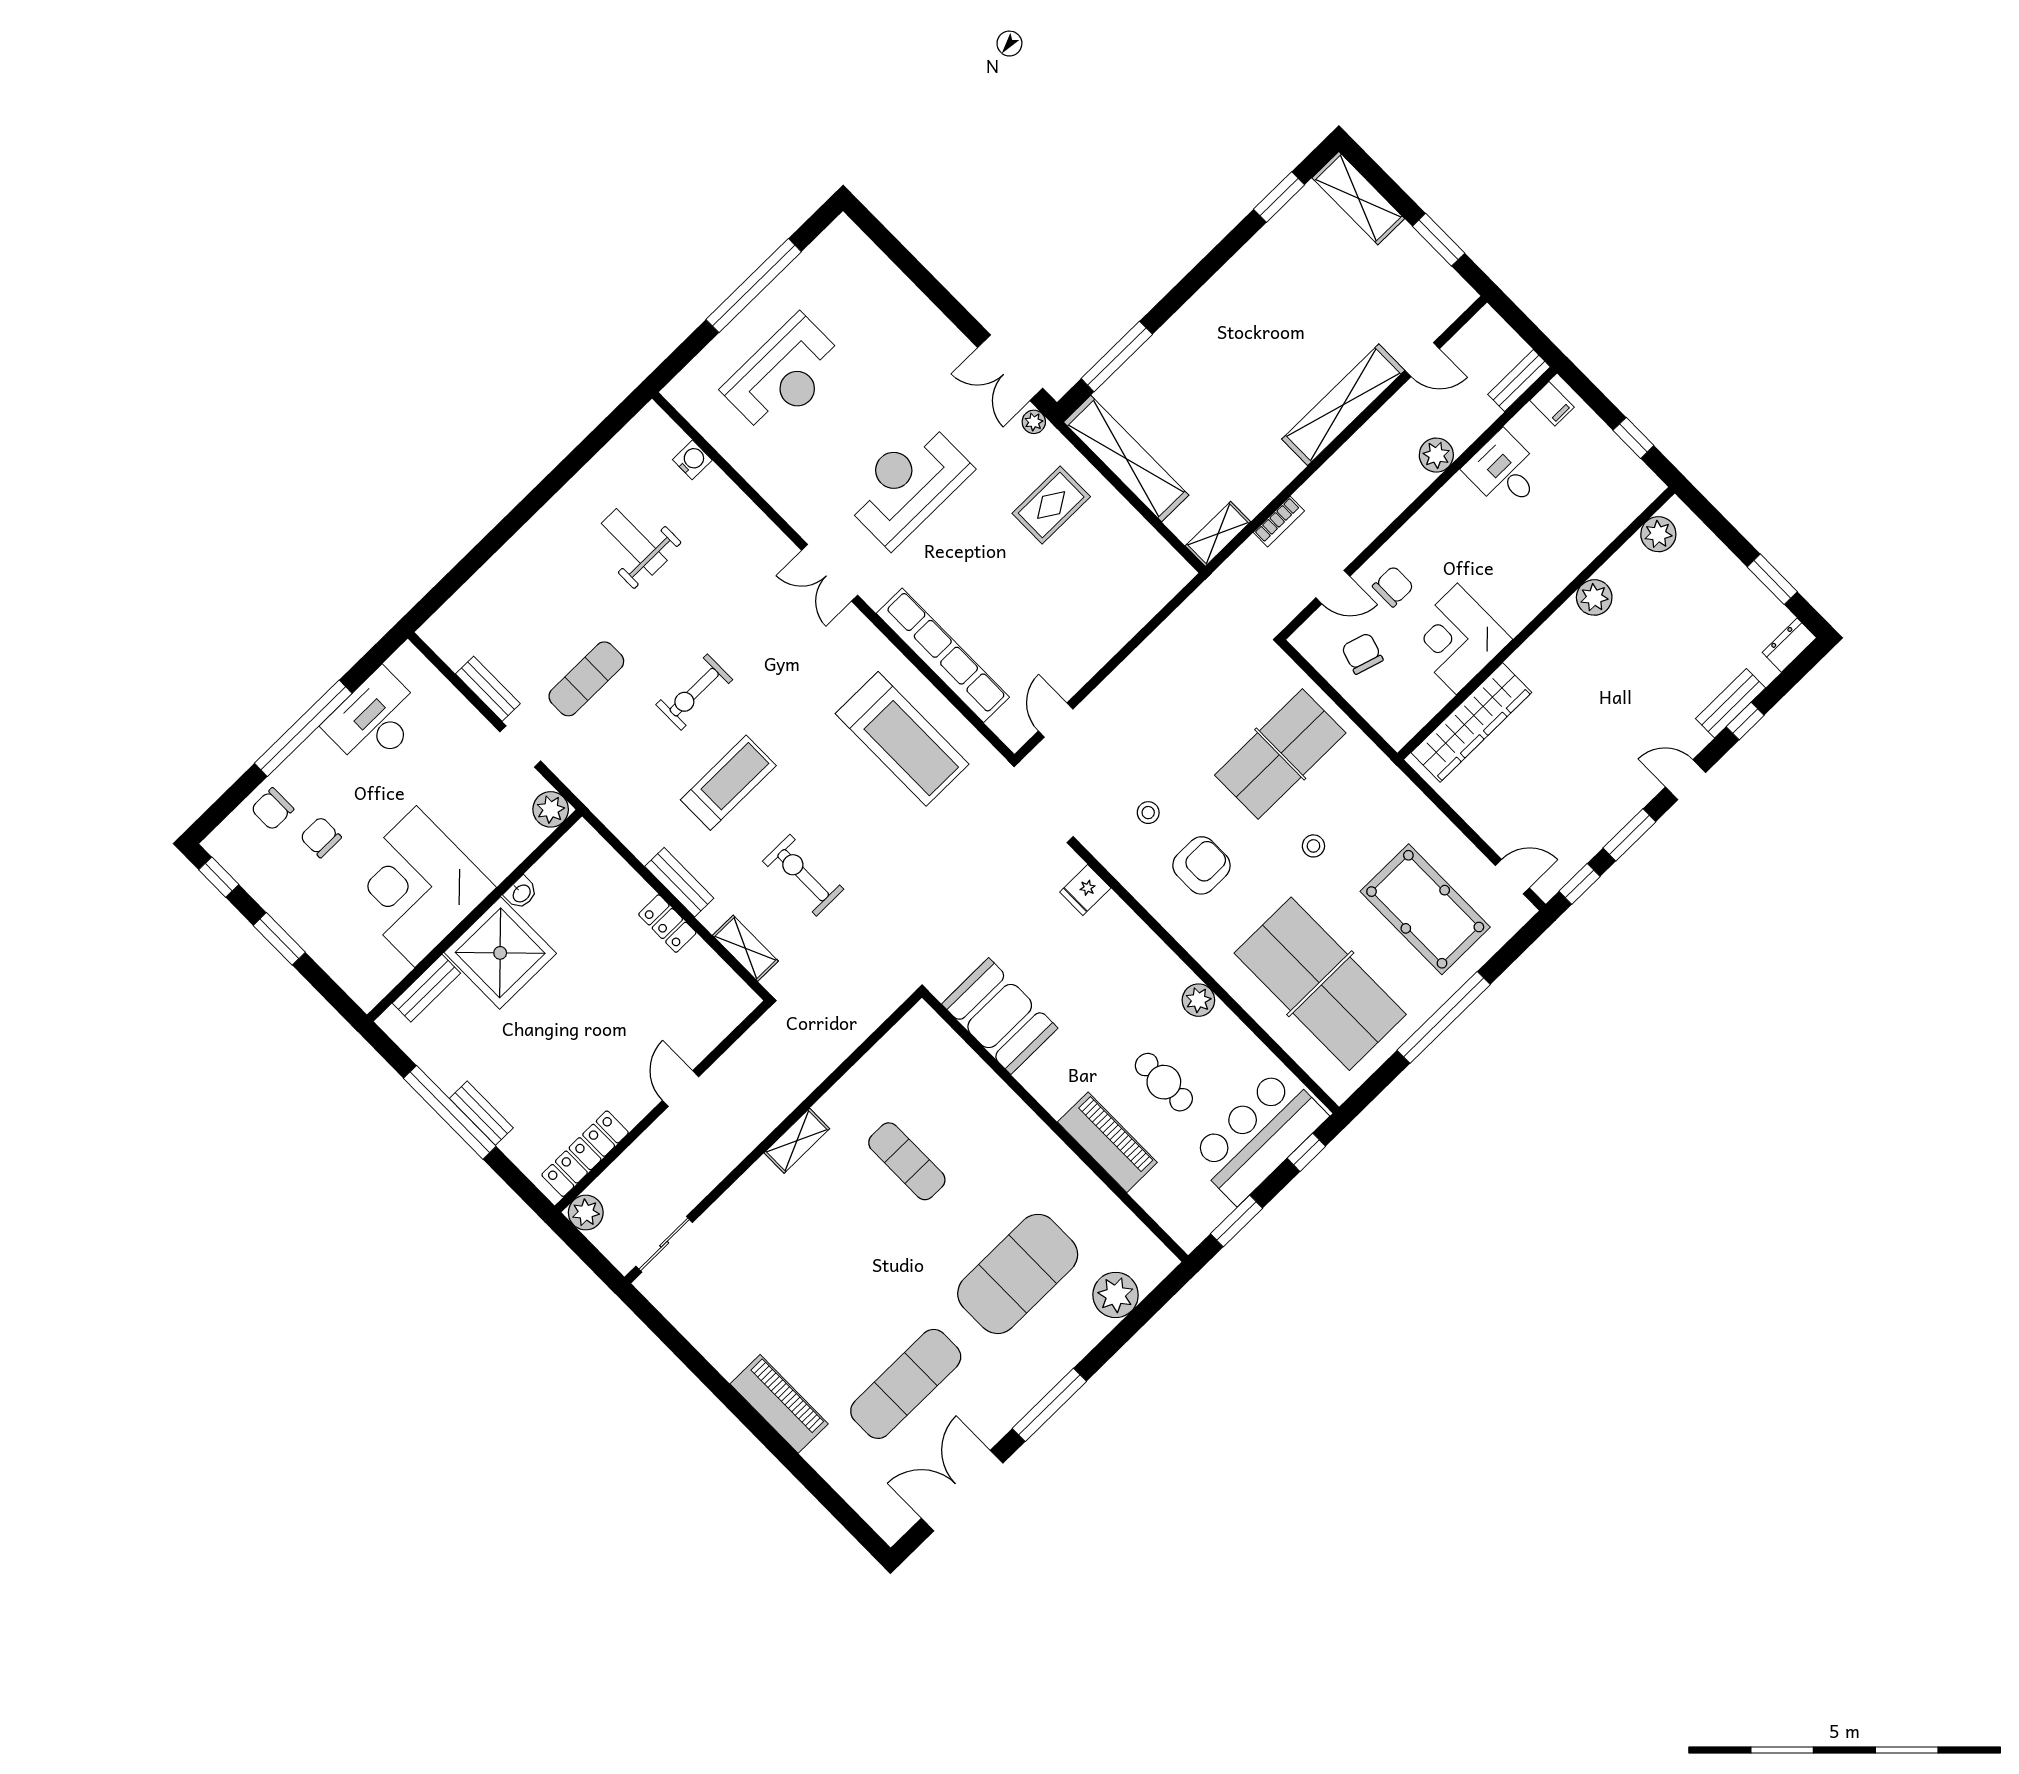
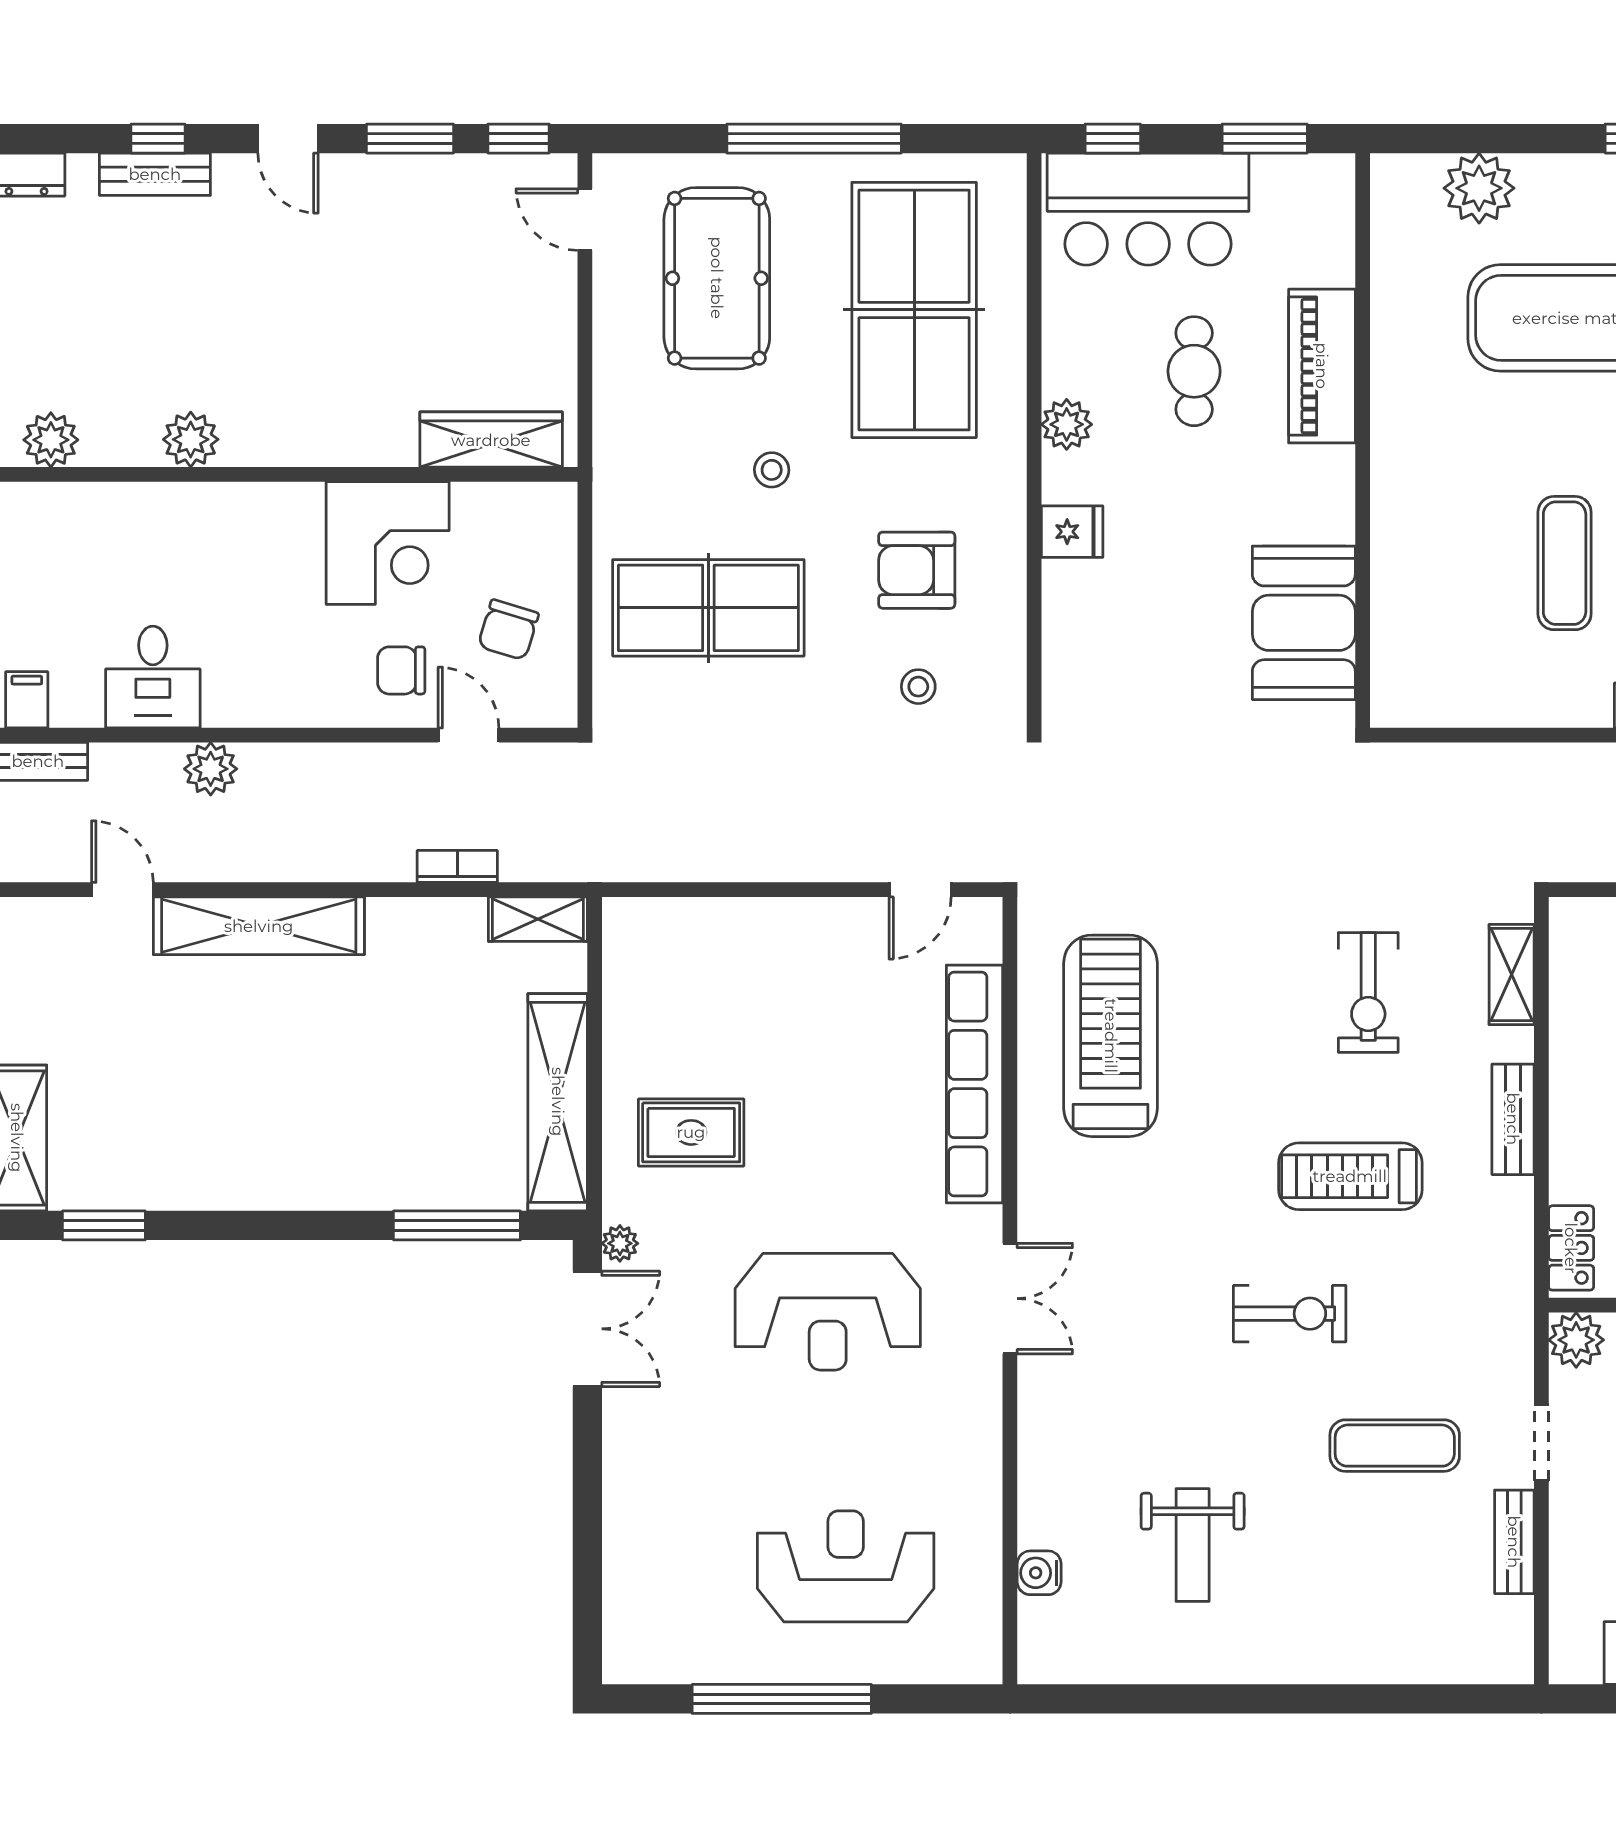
wardrobe: (1471, 722) -> (491, 440), width x0.71, depth x0.85
fridge: (1085, 890) -> (1072, 532), moved
locker: (667, 924) -> (1571, 1248), moved

